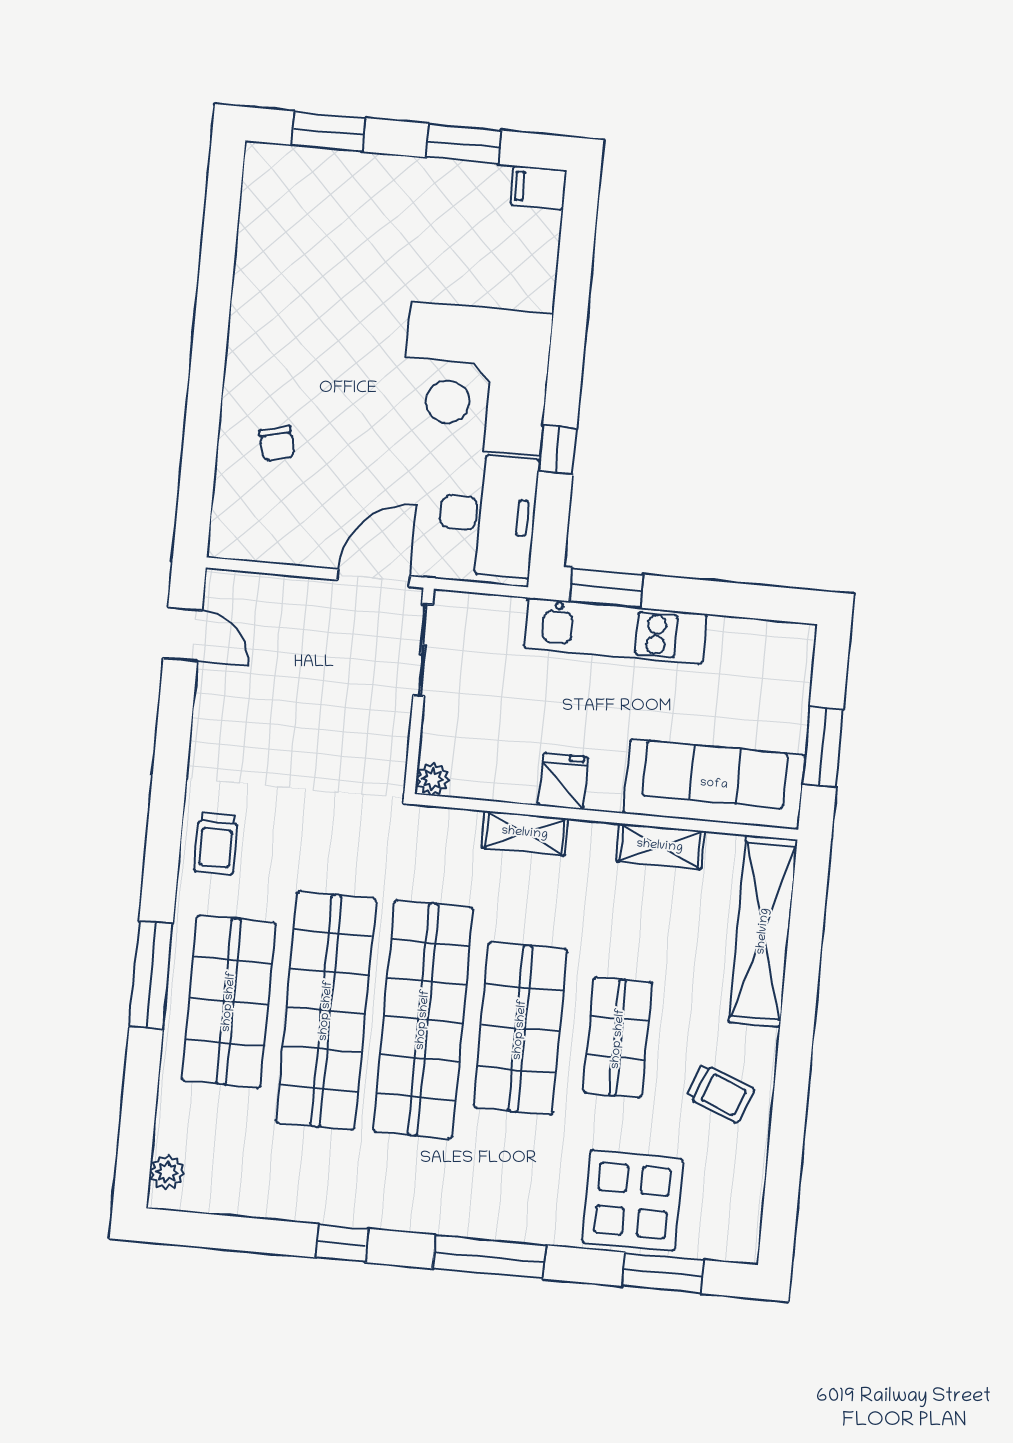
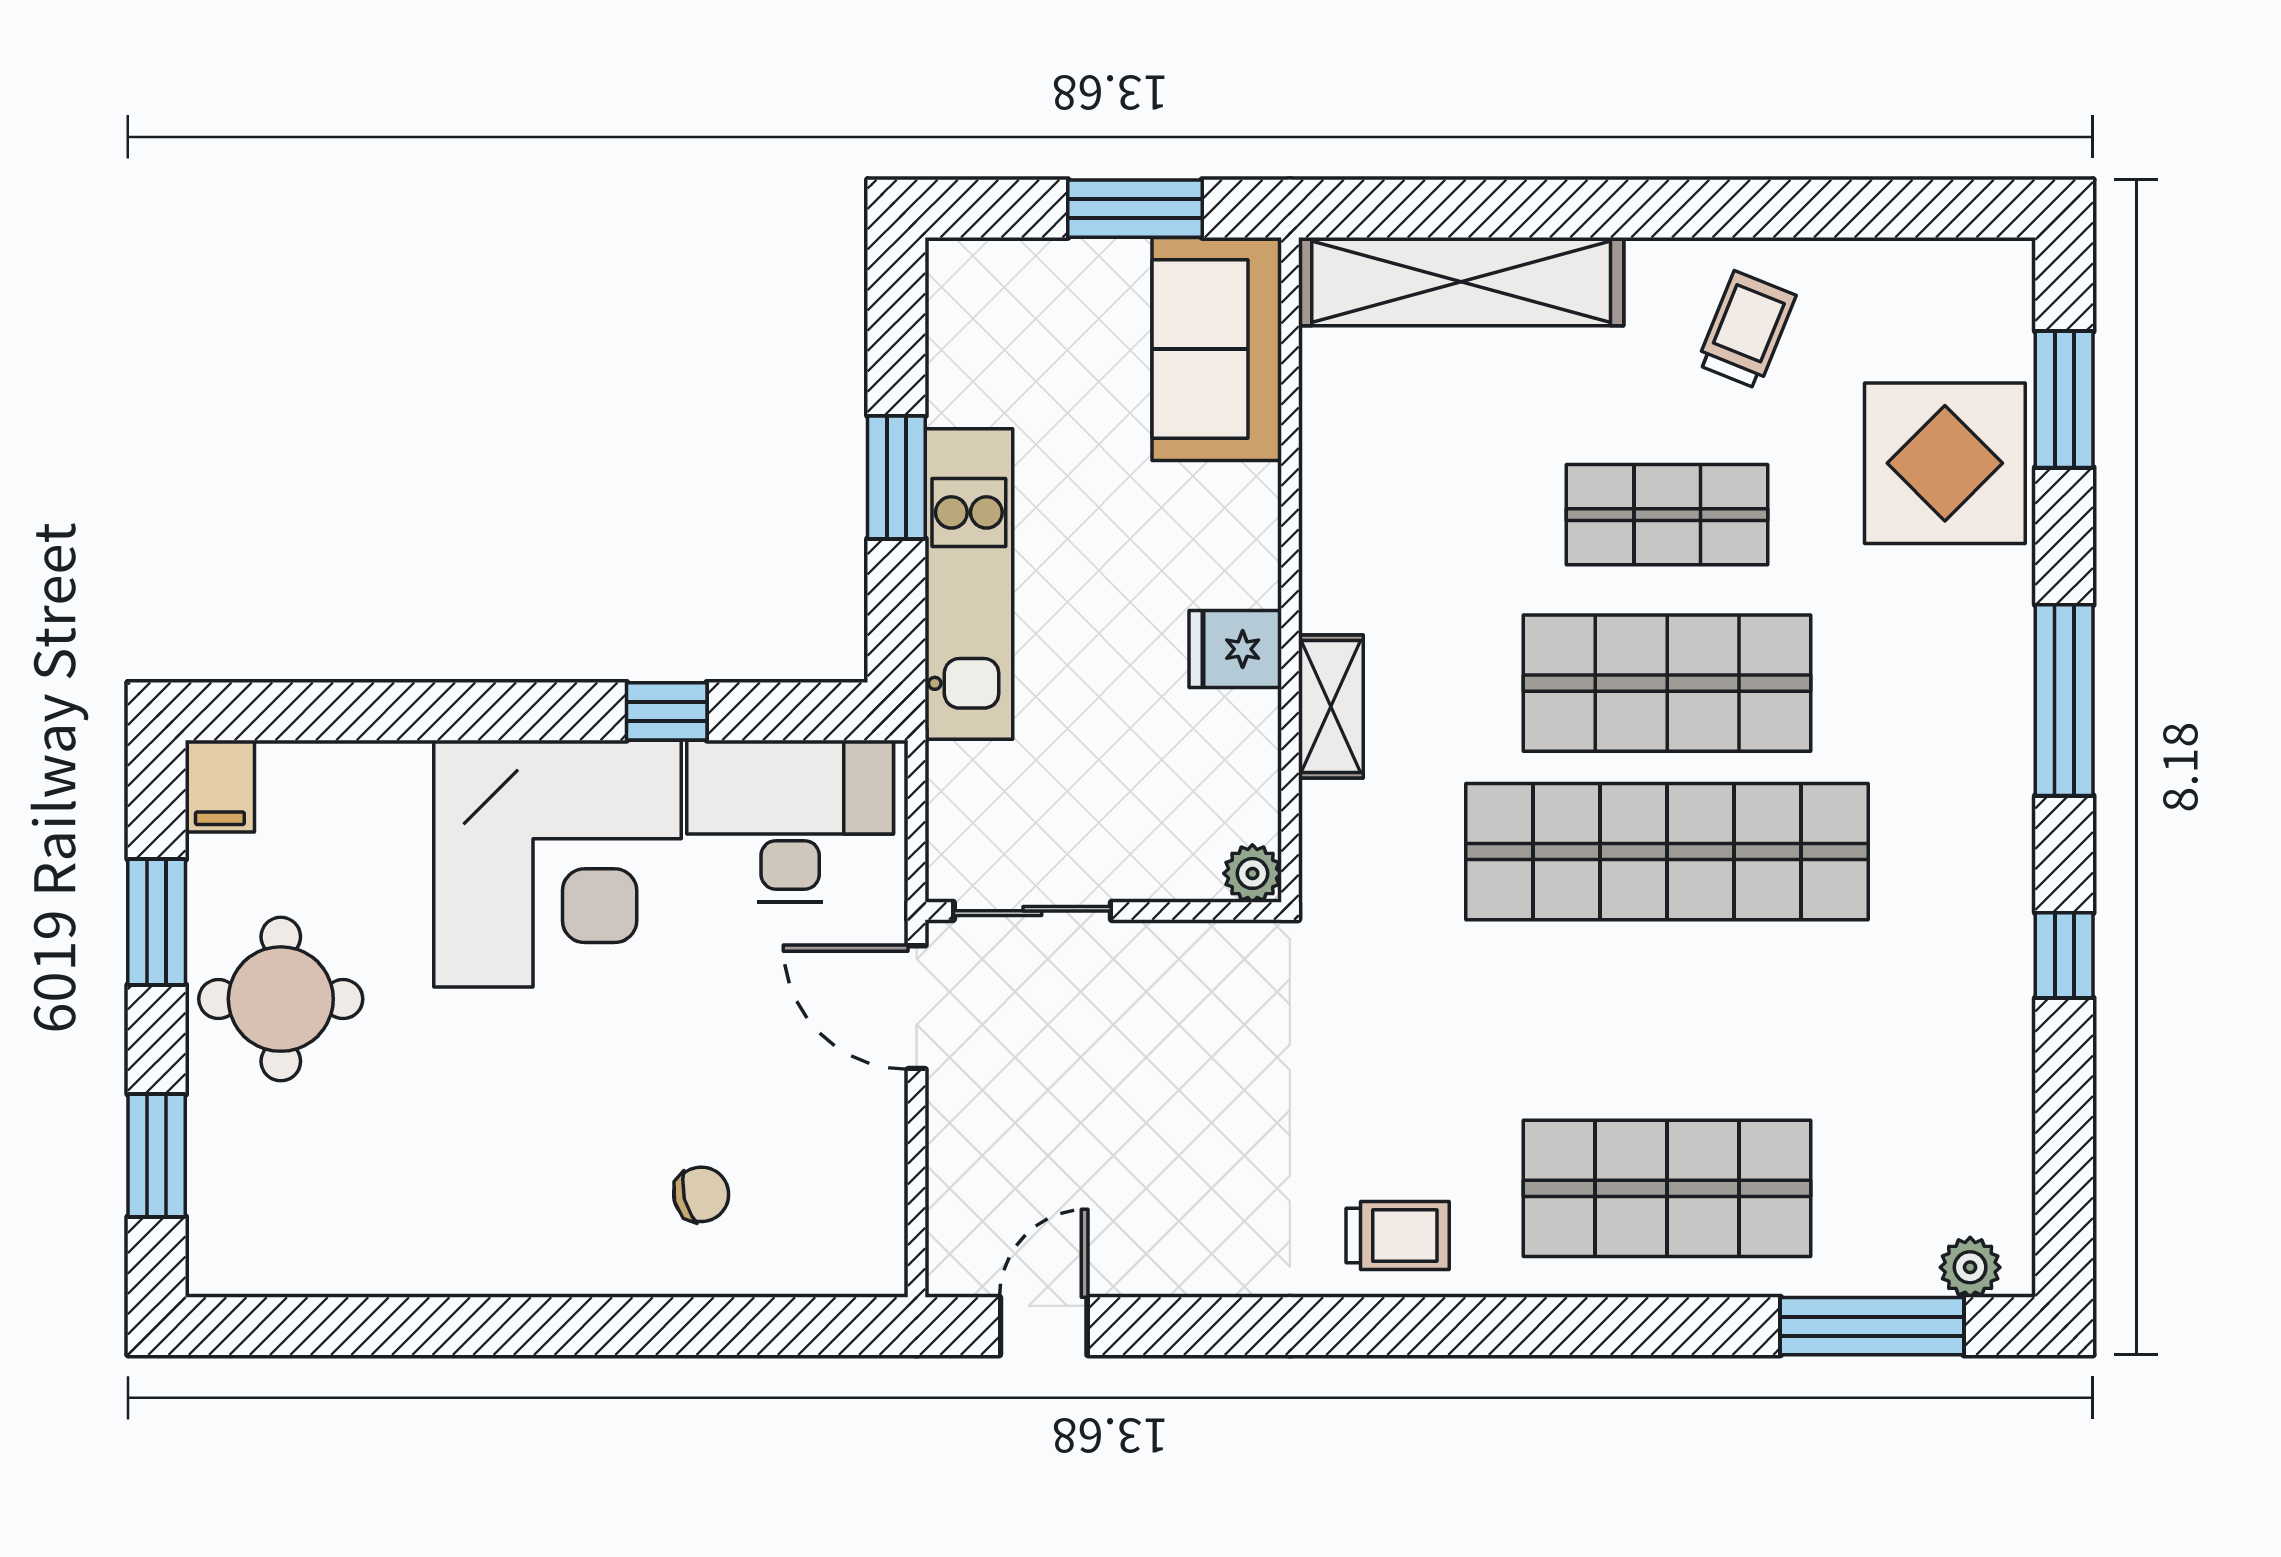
round table: (412, 211) -> (281, 999), added
window: (606, 588) -> (896, 477), moved
sofa: (714, 784) -> (1217, 349), width x0.73
shelving: (660, 846) -> (1332, 472), removed
window: (151, 975) -> (1872, 1326), moved
shop shelf: (326, 1010) -> (1667, 1020), removed

